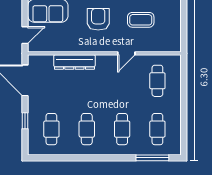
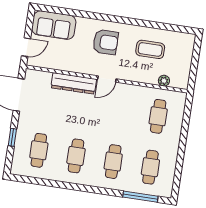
armchair: (98, 19) -> (106, 42), turned 90
plant: (158, 47) -> (164, 81), added
door: (126, 53) -> (107, 79), moved

